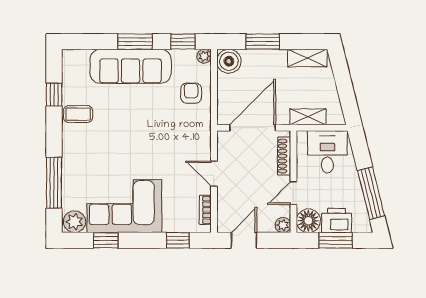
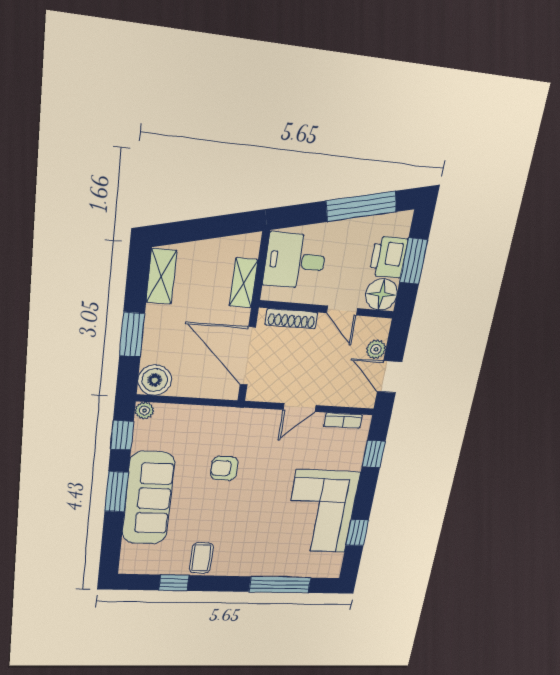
armchair: (191, 93) -> (224, 468), moved
plant: (75, 222) -> (329, 565), removed
plant: (283, 225) -> (376, 349), moved

